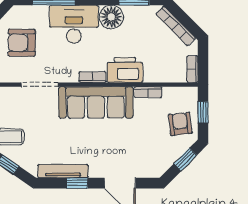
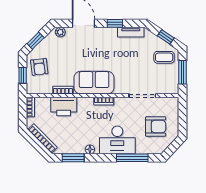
floor lamp: (111, 17) -> (90, 149), width x0.53, depth x0.53
printer: (125, 70) -> (64, 106), moved
sofa: (96, 102) -> (94, 83), width x0.73
tv unit: (63, 171) -> (131, 32), width x0.71
plant: (152, 171) -> (60, 32), added

